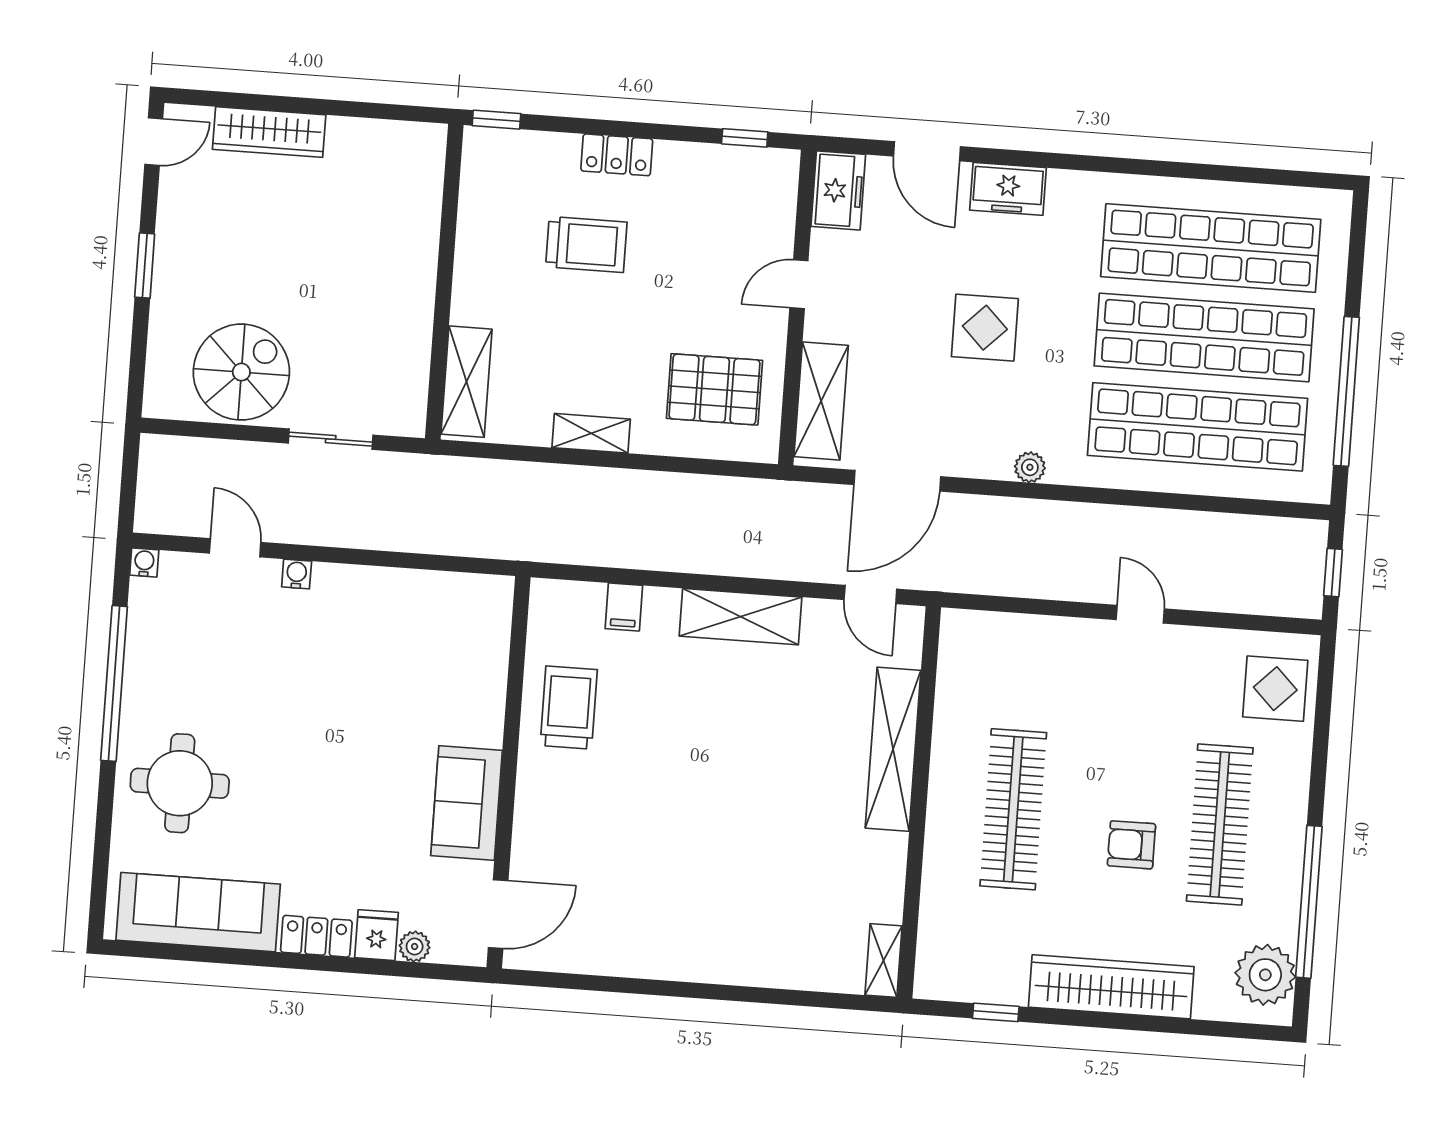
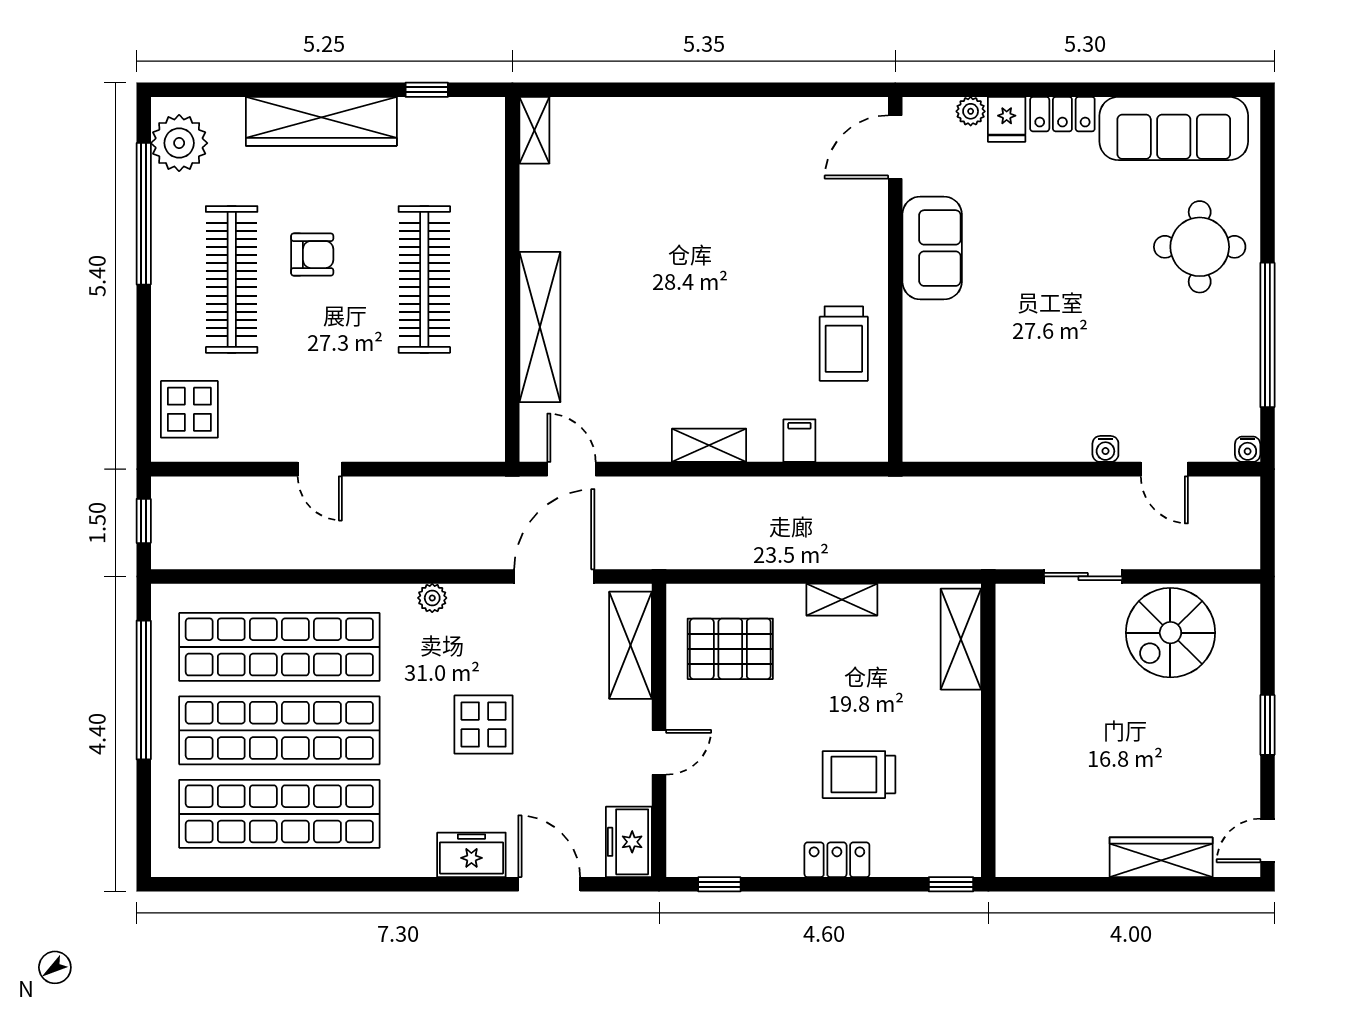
shelving: (741, 617) -> (709, 445), width x0.67, depth x0.75

